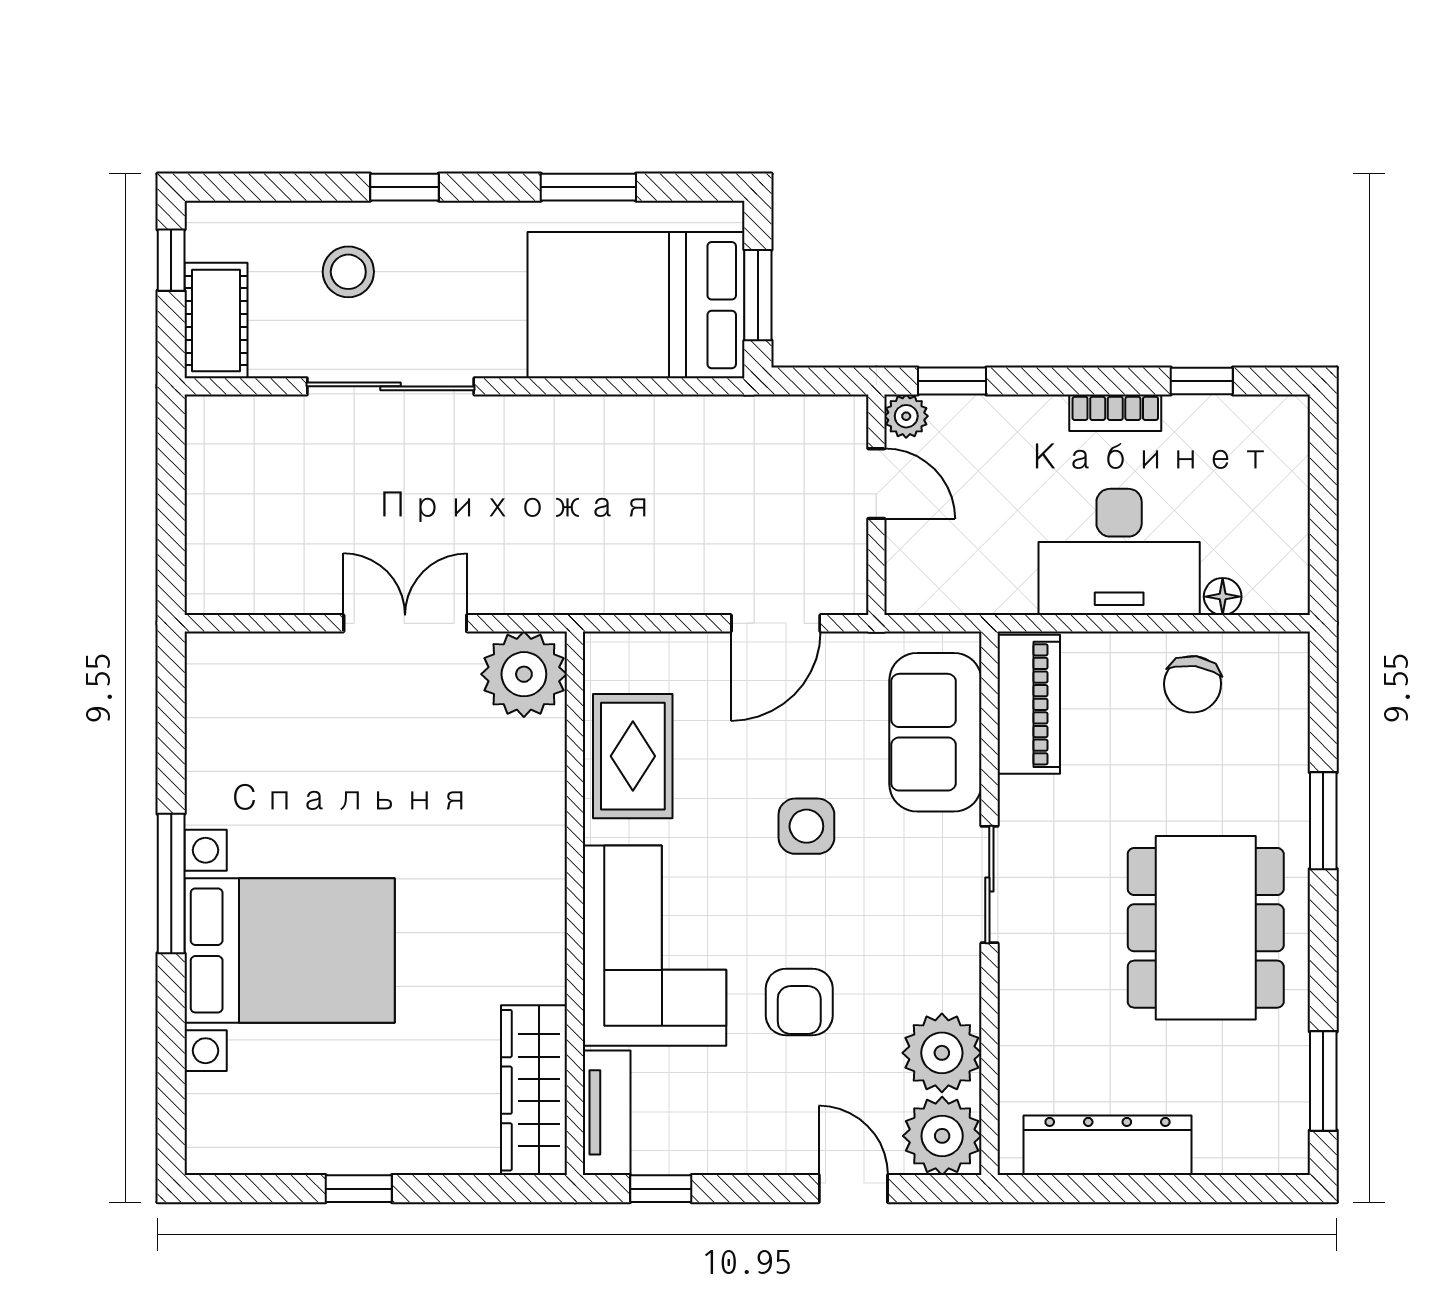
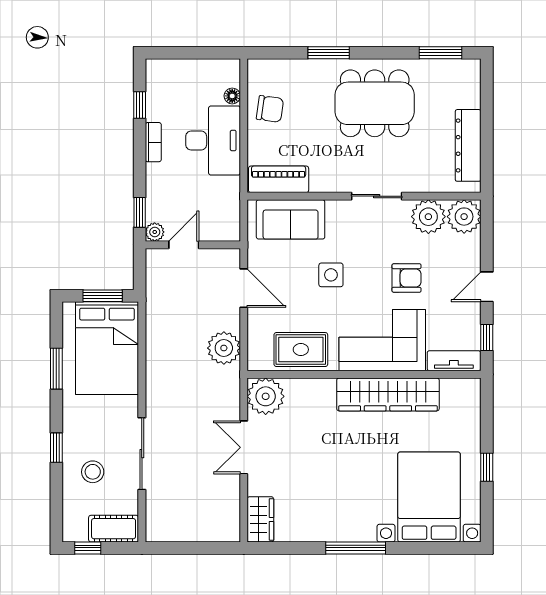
plant: (636, 577) -> (224, 348), added
wardrobe: (237, 662) -> (260, 519), added
sliding door: (989, 884) -> (377, 196), moved
bed with nightstands: (290, 950) -> (429, 497), moved
wardrobe: (534, 1090) -> (388, 394), moved, width x1.40, depth x1.17
door: (853, 1189) -> (487, 287), moved

